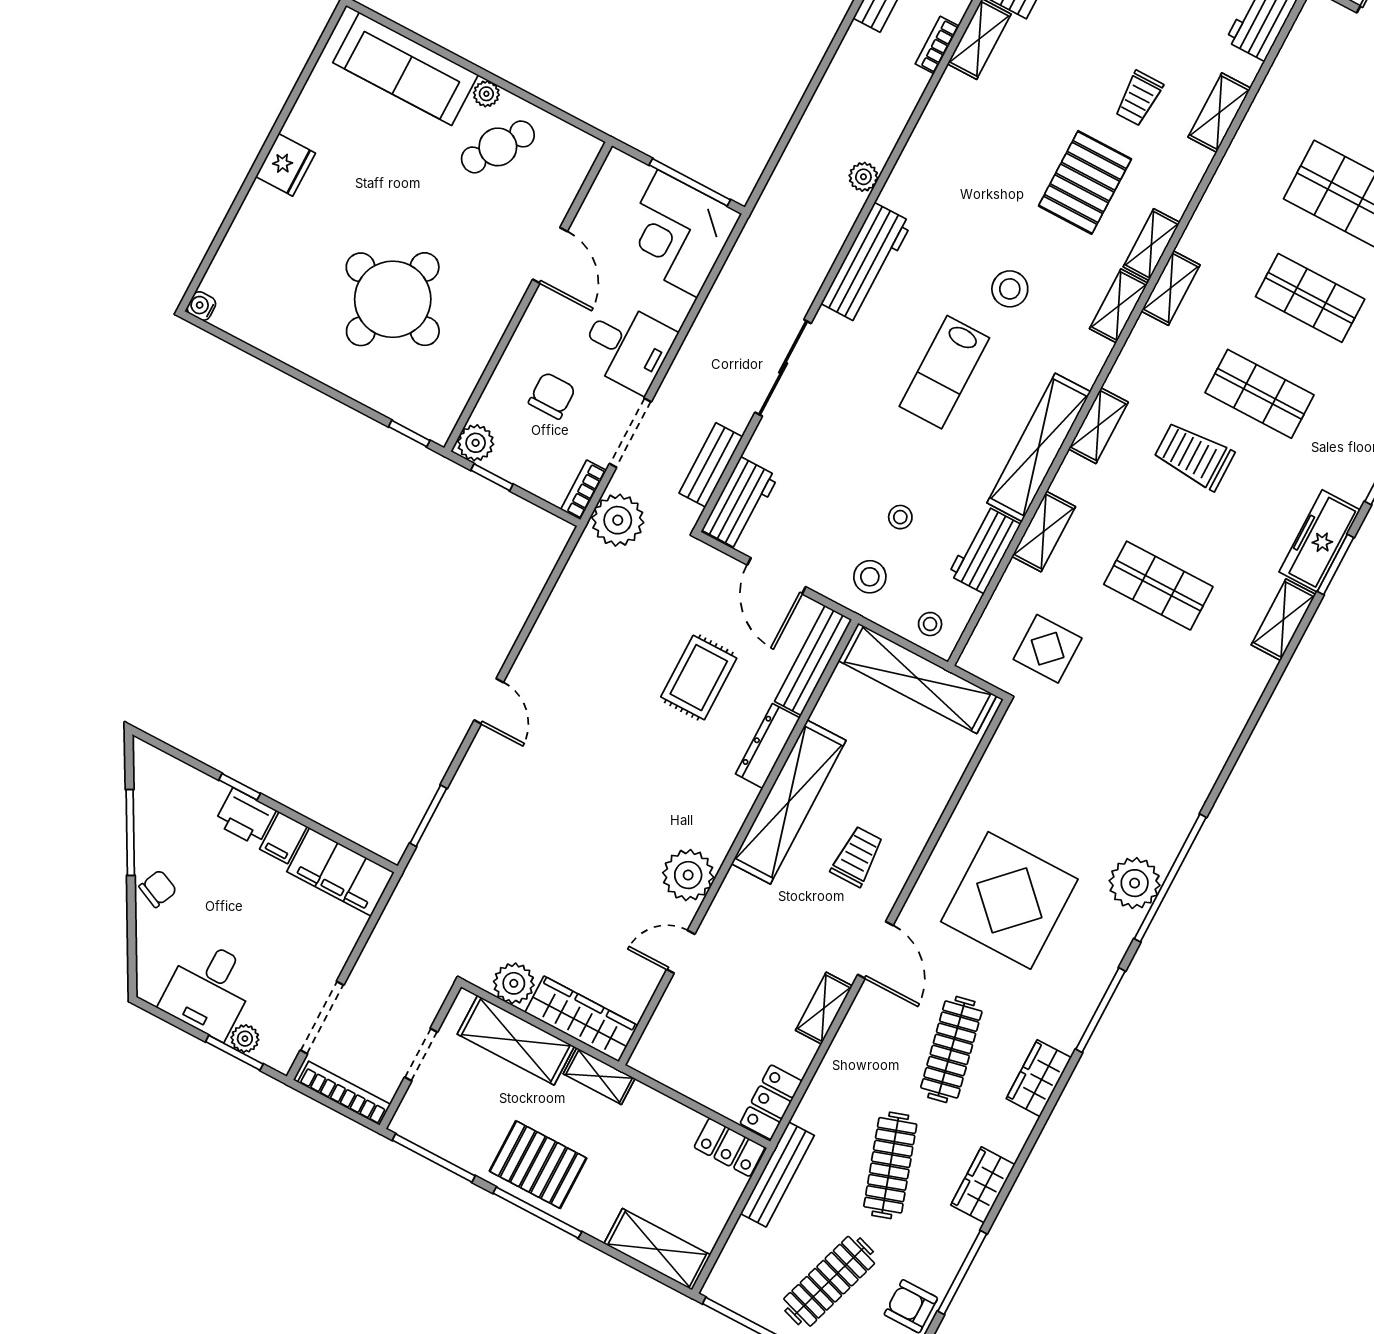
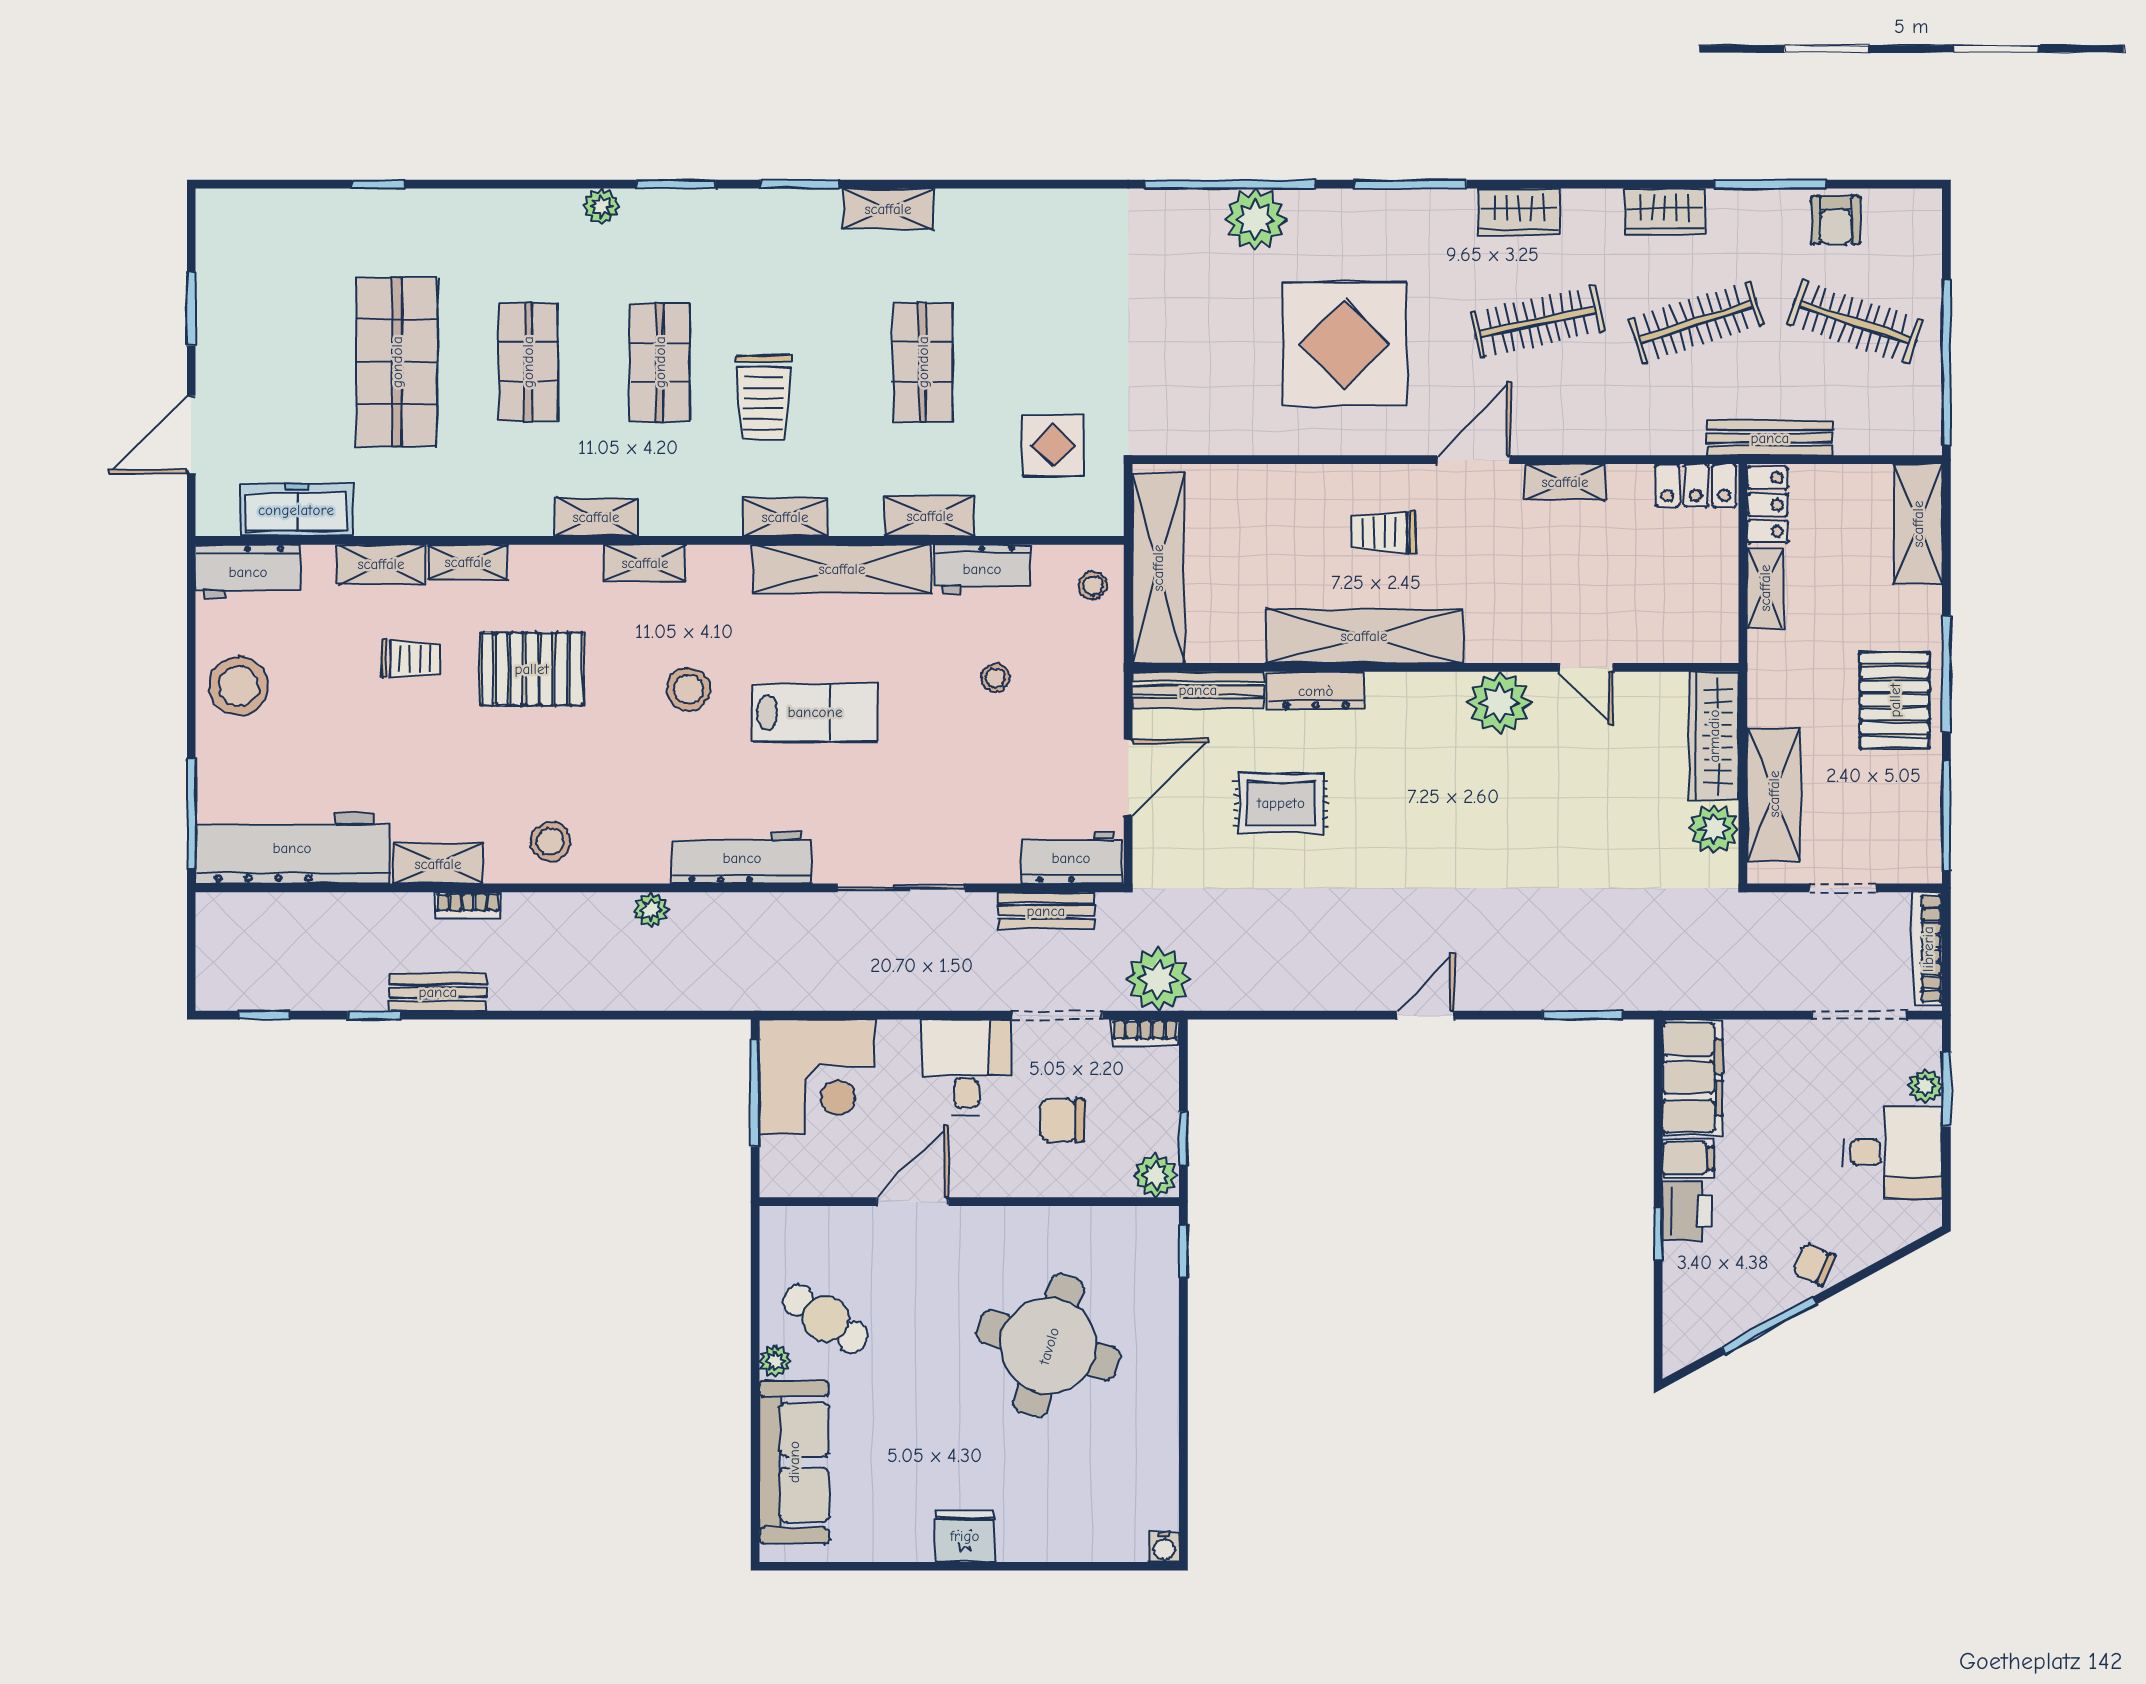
shelving: (1151, 245) -> (468, 562), moved
freezer: (1320, 541) -> (296, 510), moved, turned 180
stool: (870, 577) -> (550, 842), moved
shelving: (599, 1076) -> (1765, 588), moved

